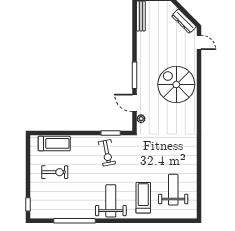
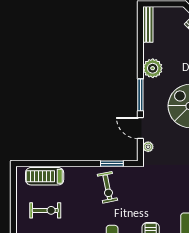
plant: (145, 53) -> (153, 68), added
treadmill: (54, 143) -> (45, 176), turned 180

